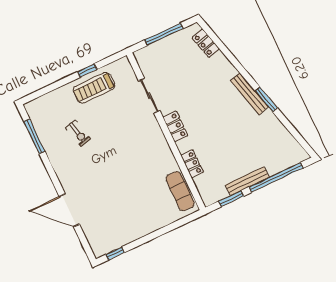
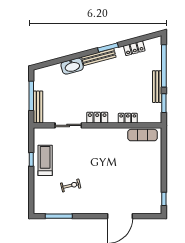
locker: (206, 43) -> (134, 48), moved
bench: (154, 49) -> (38, 107), added
washbasin: (223, 67) -> (72, 66), added
treadmill: (94, 88) -> (45, 160), turned 180

